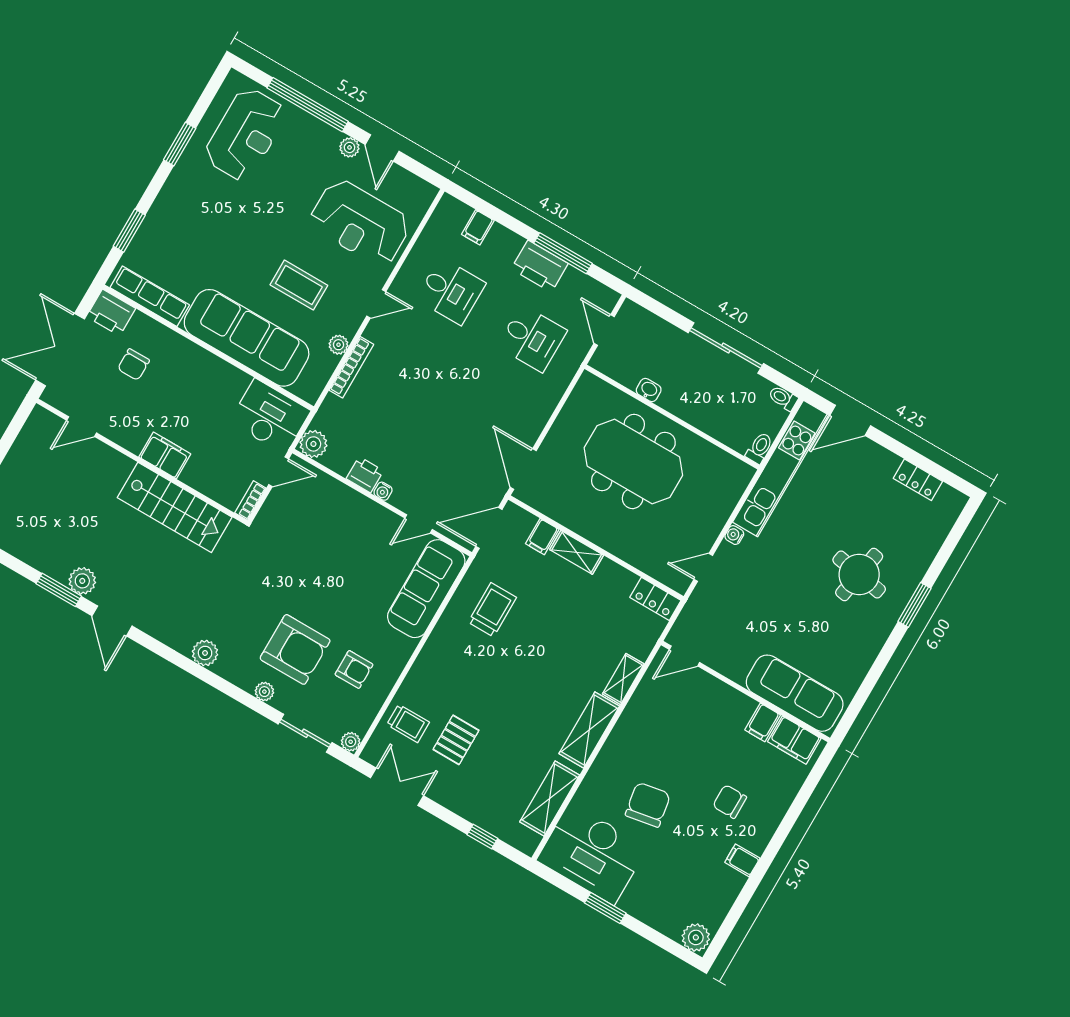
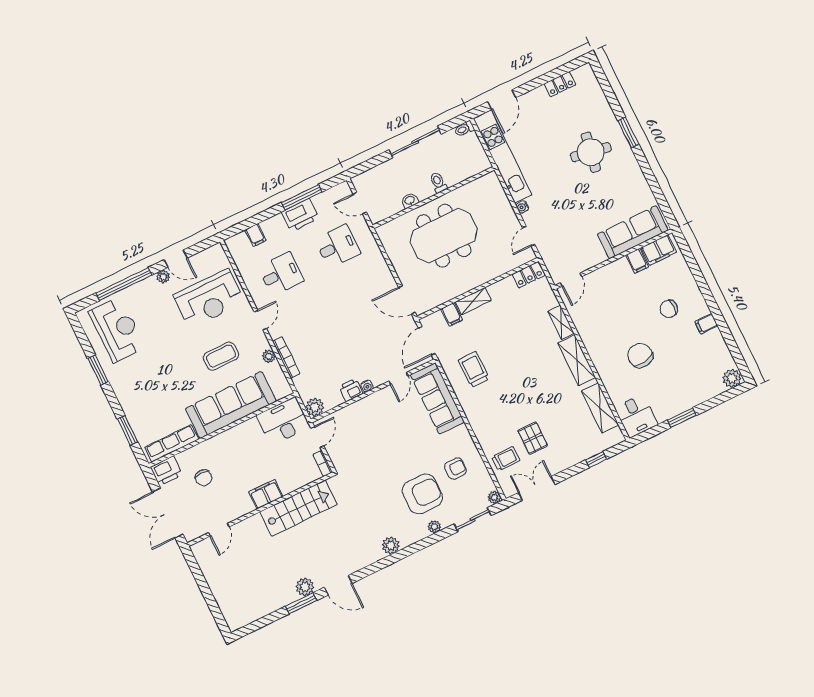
toilet: (759, 448) -> (438, 183), moved
desk: (592, 854) -> (636, 416), width x0.53, depth x0.77

